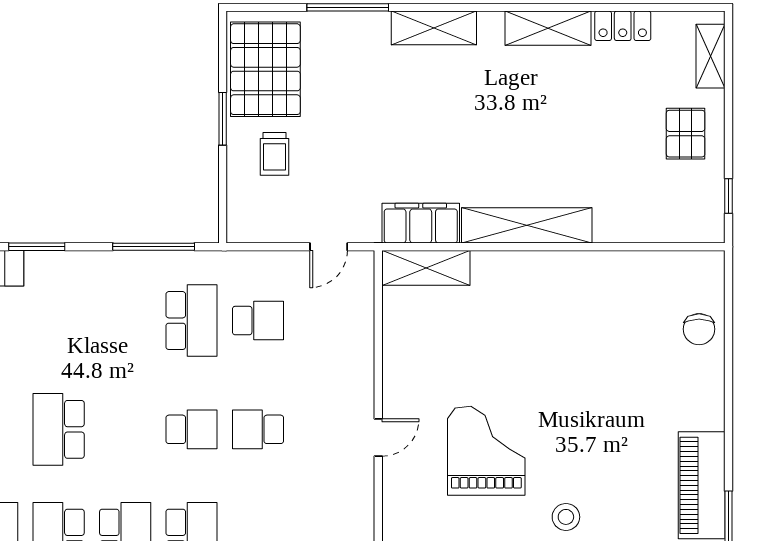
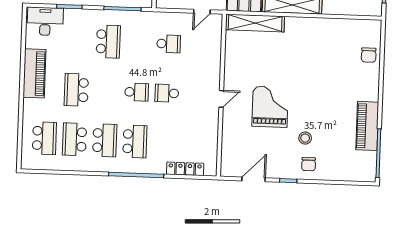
shelving: (426, 268) -> (255, 23), width x1.47
school desk: (192, 321) -> (108, 42), moved

